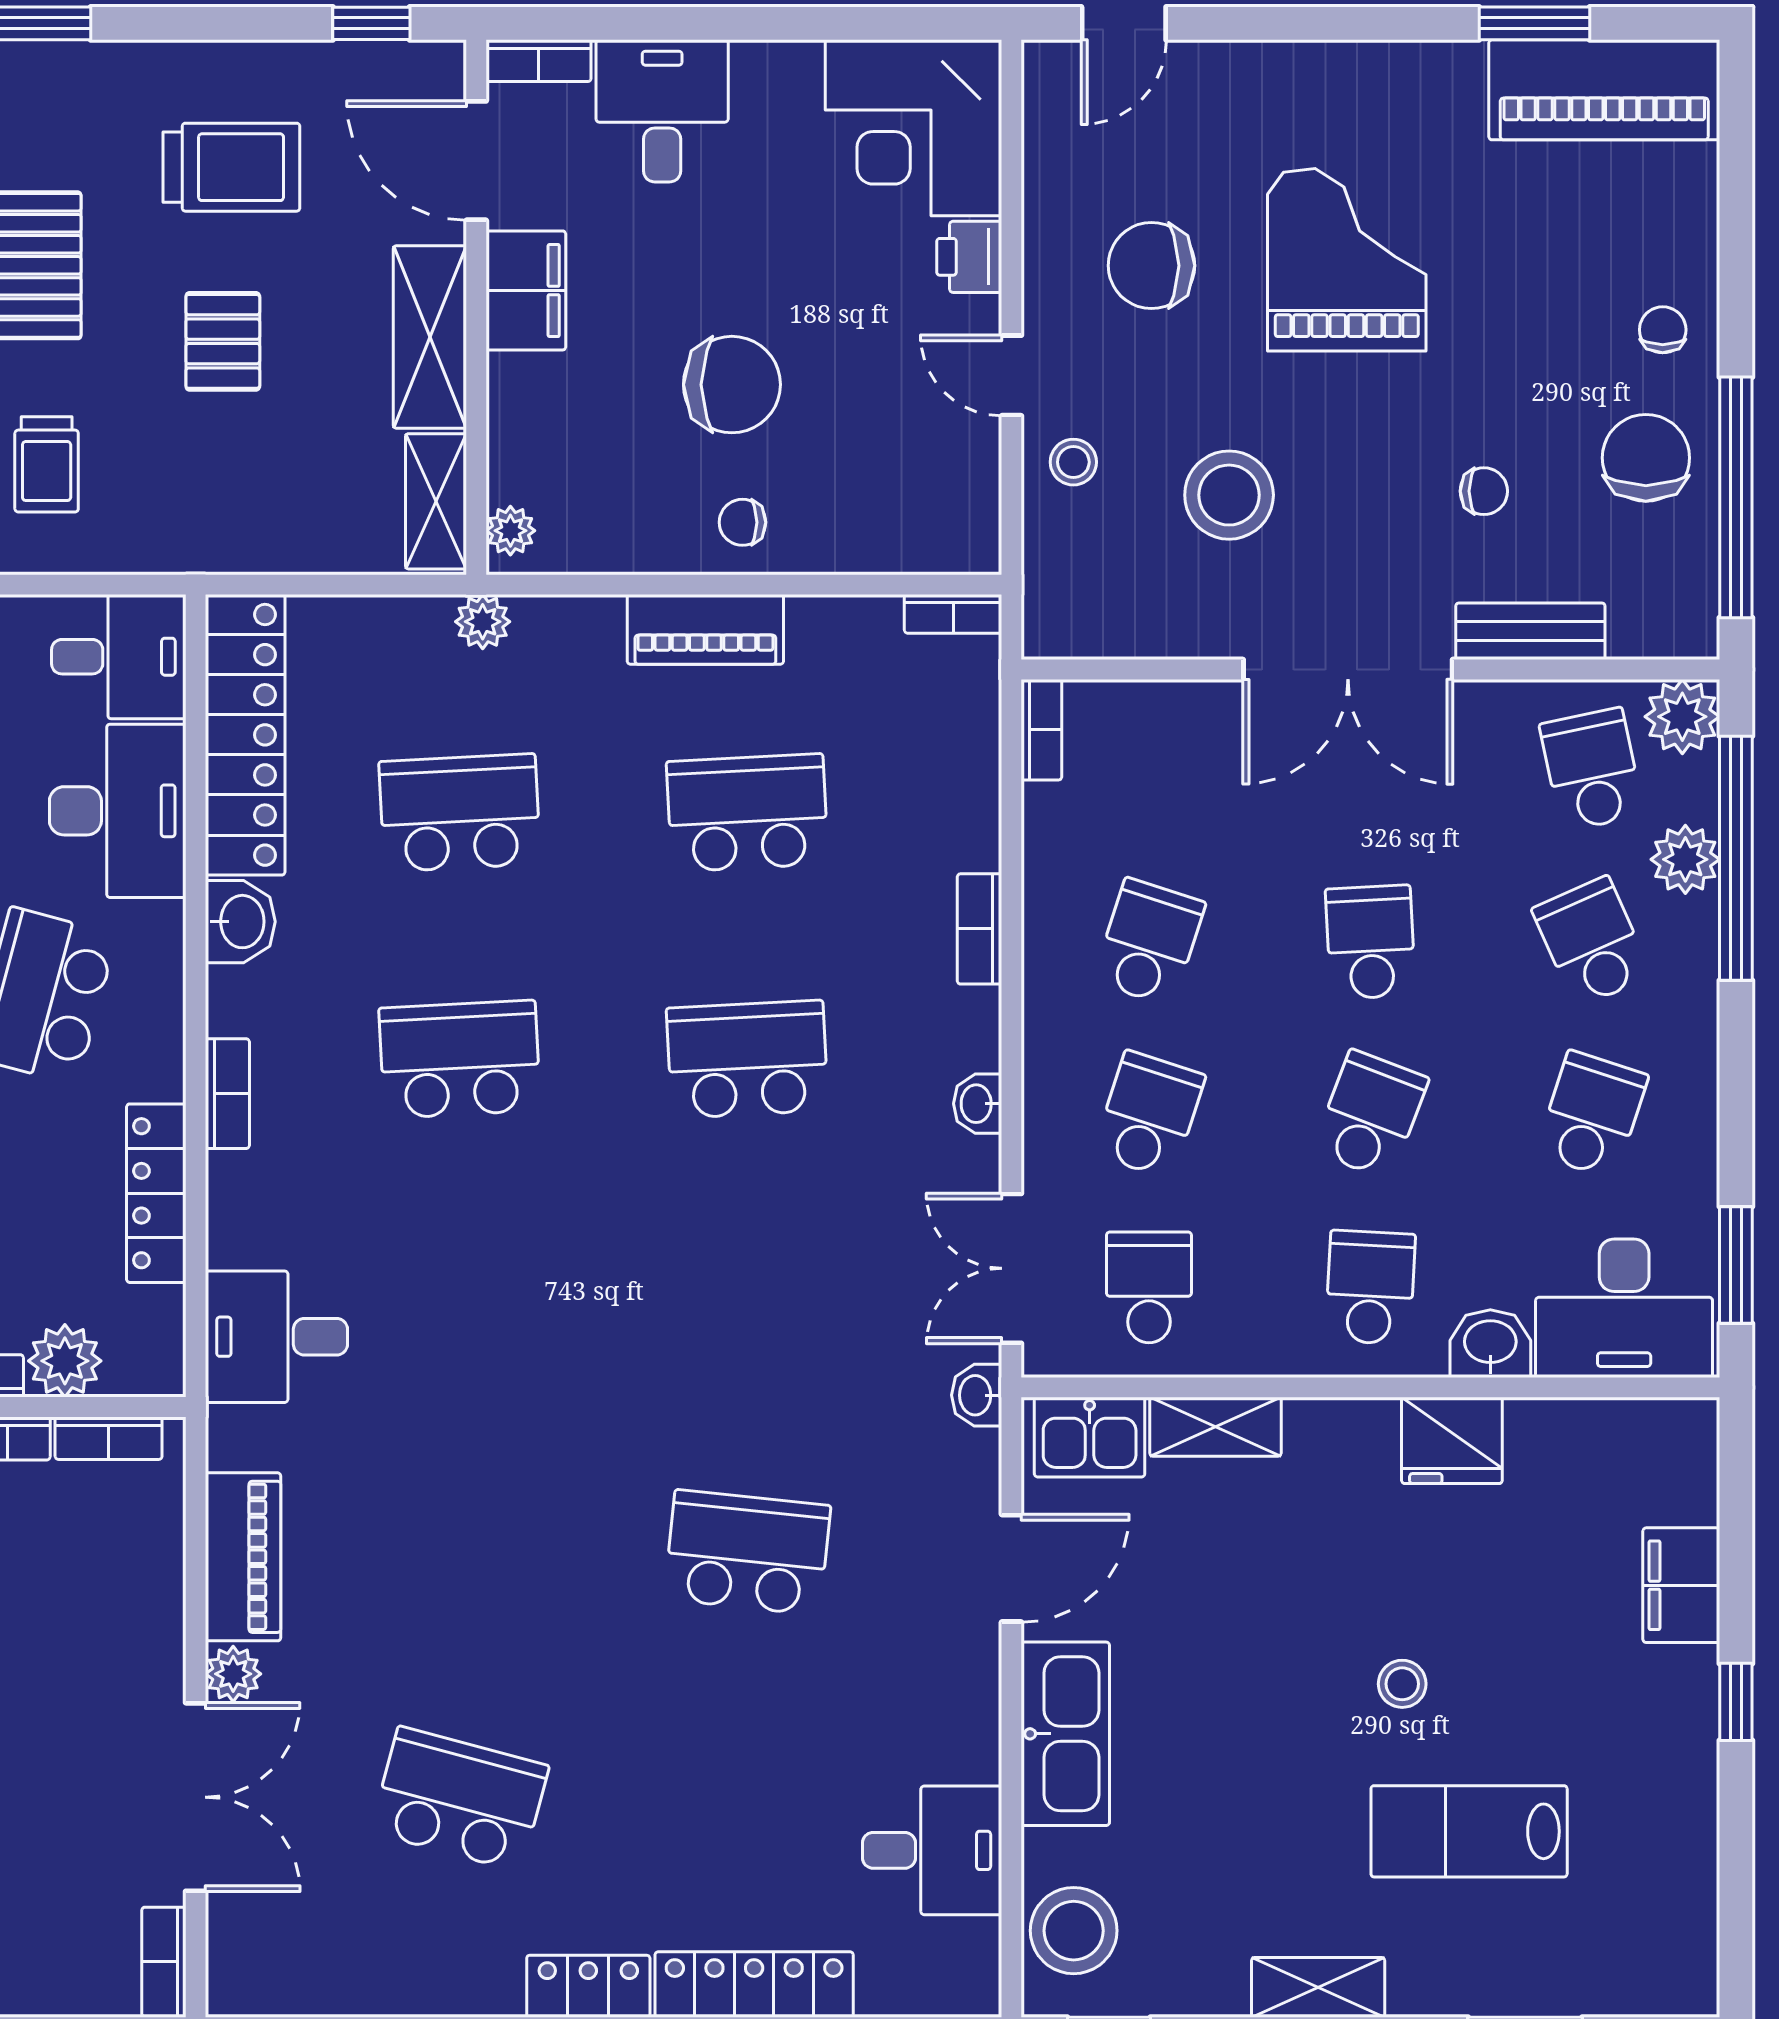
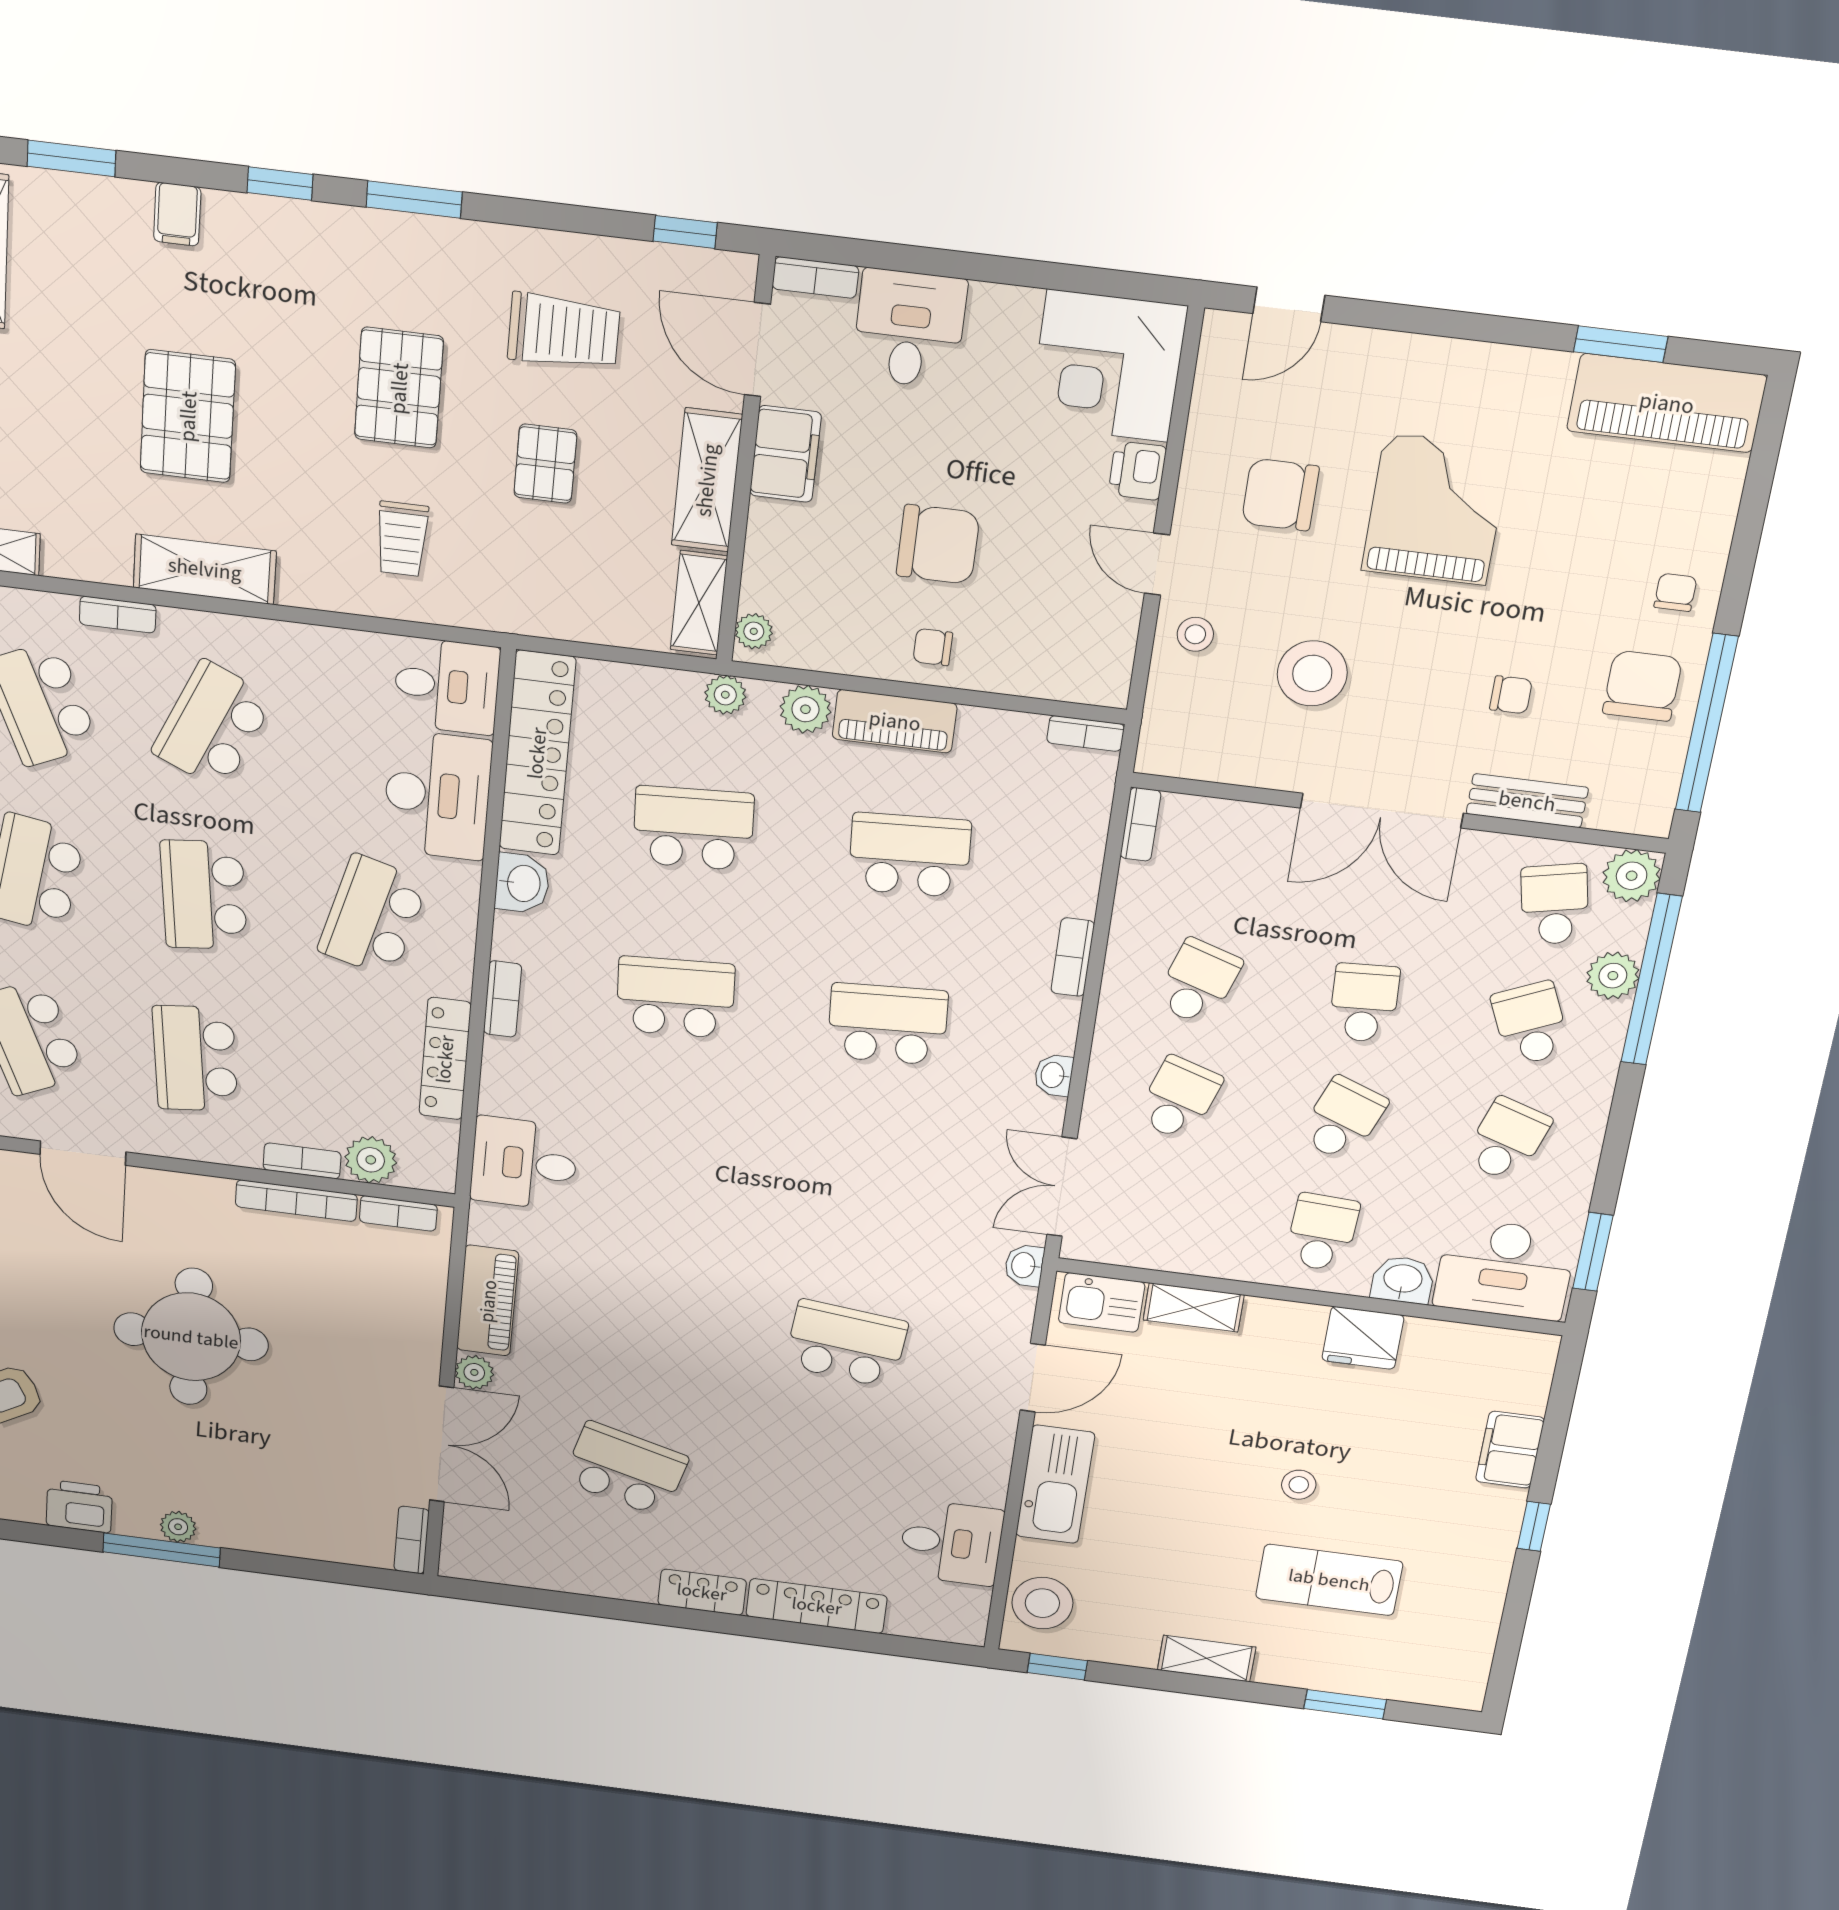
plant: (589, 628) -> (805, 709), added
school desk: (1149, 1287) -> (1160, 1212), removed

